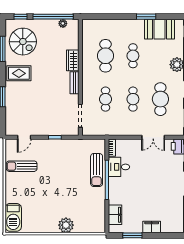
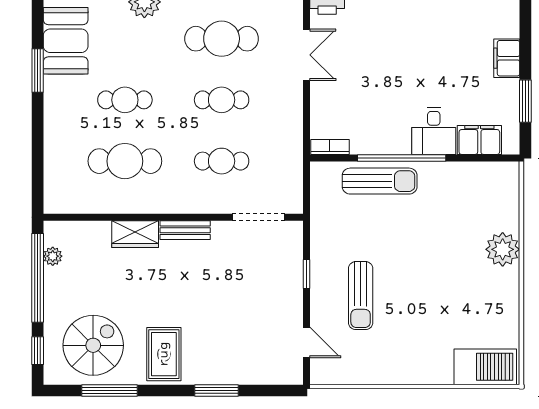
sun lounger: (22, 166) -> (361, 296), moved
desk: (119, 167) -> (434, 131), moved

